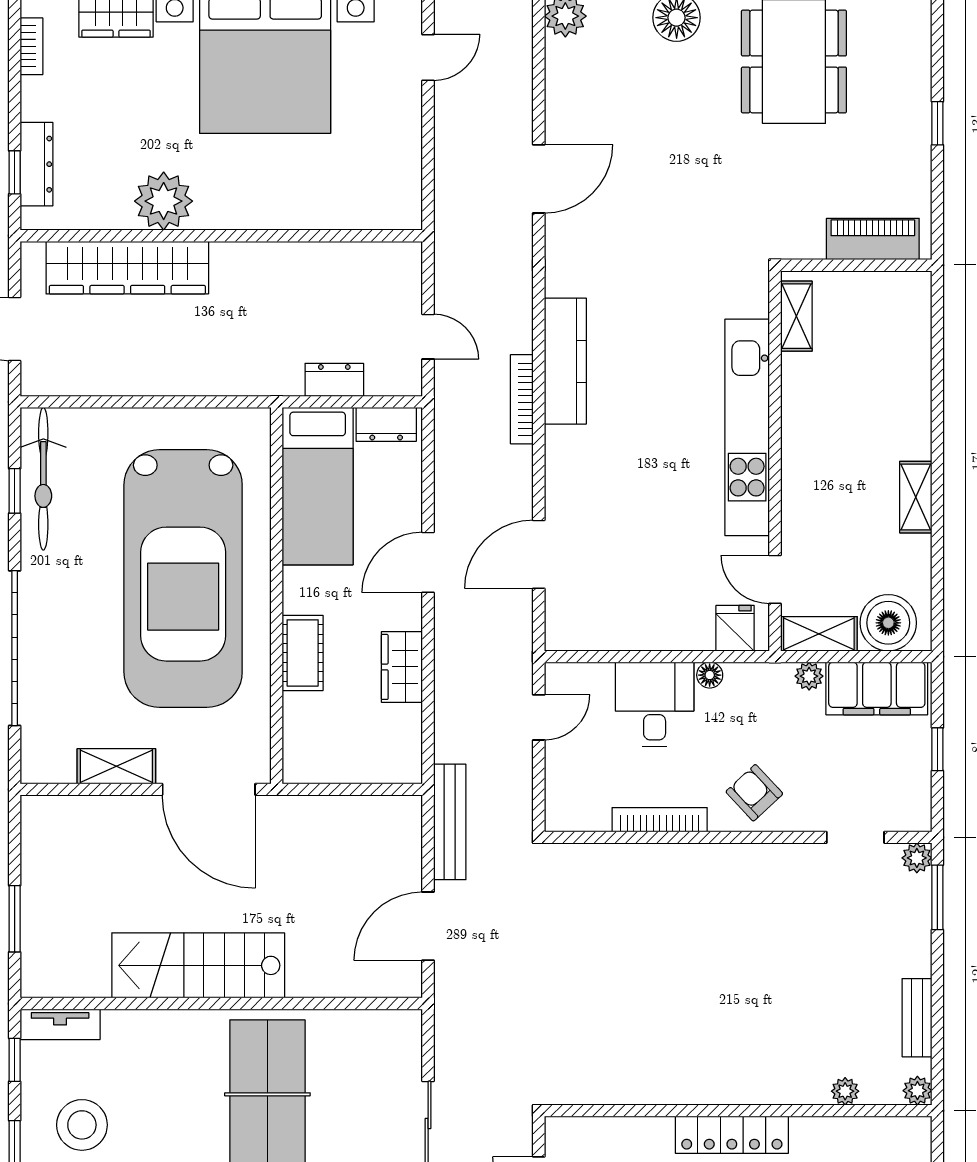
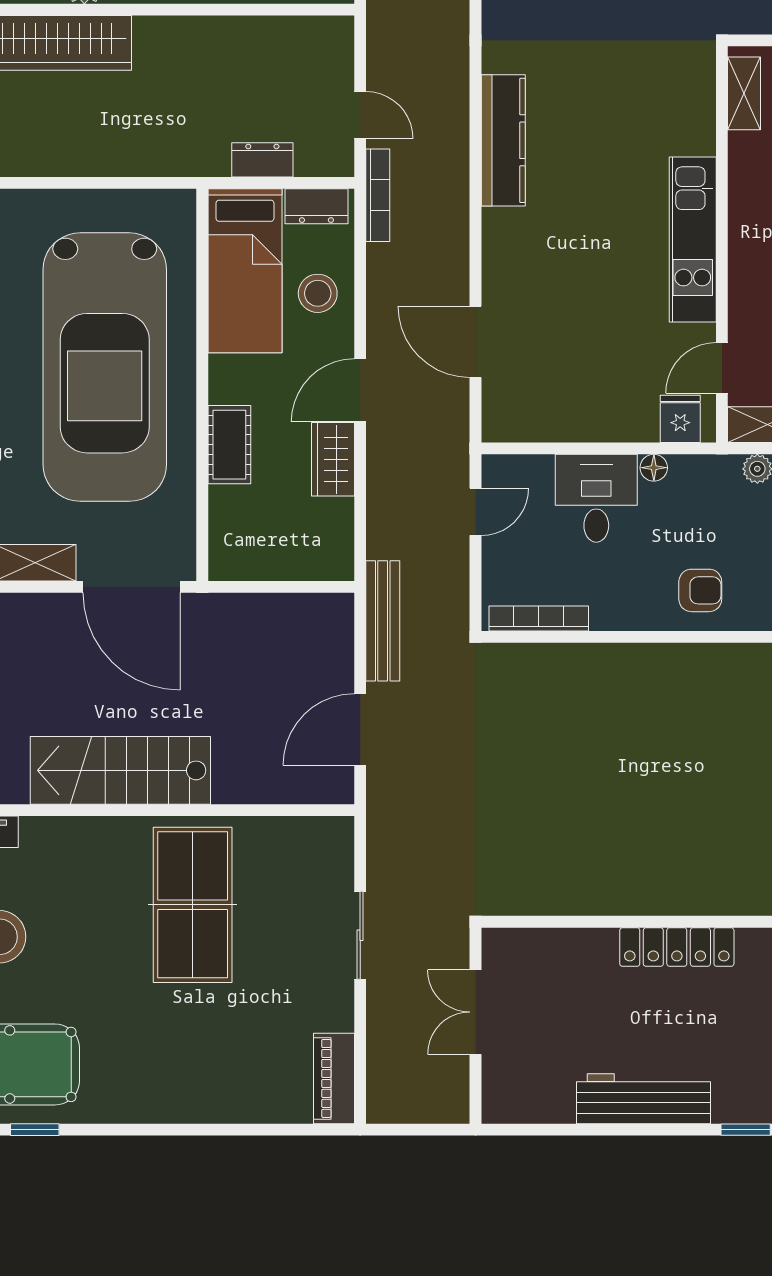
bookcase: (522, 399) -> (378, 195), moved, turned 180
kitchen unit: (747, 427) -> (693, 239), width x0.73
stool: (387, 508) -> (318, 293), added
door: (539, 554) -> (476, 342), hinge flipped
door: (428, 562) -> (360, 390), moved
door: (775, 579) -> (722, 368), hinge flipped
armchair: (754, 793) -> (700, 590), turned 133
bookcase: (660, 820) -> (539, 619), moved

